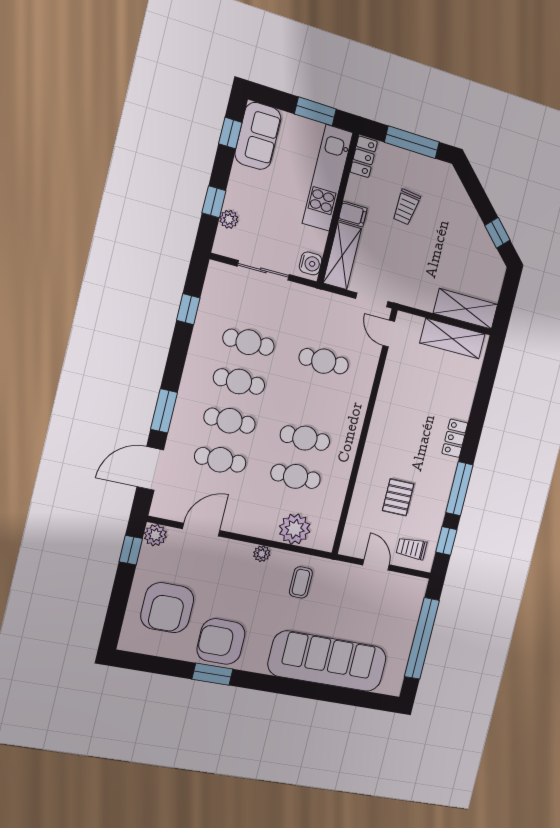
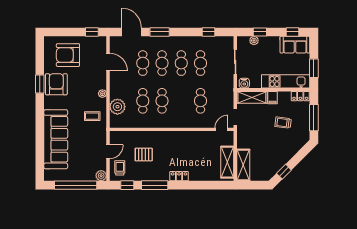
plant: (155, 535) -> (101, 176), moved

